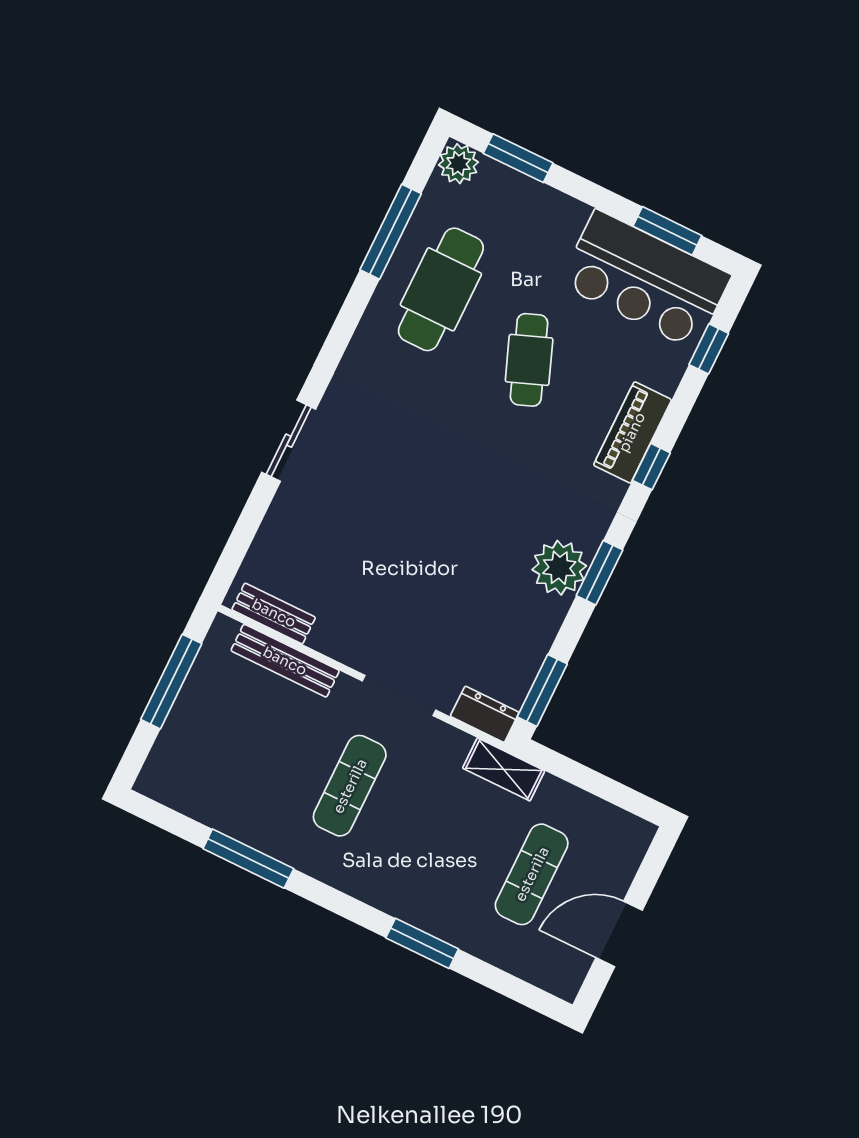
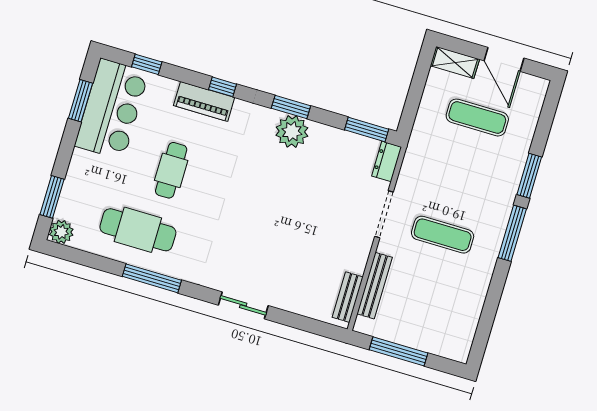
window: (391, 232) -> (152, 278), moved
cafe table: (529, 360) -> (171, 170), turned -69
shelving: (504, 769) -> (455, 62), moved, turned 90
window: (248, 859) -> (512, 233), moved

